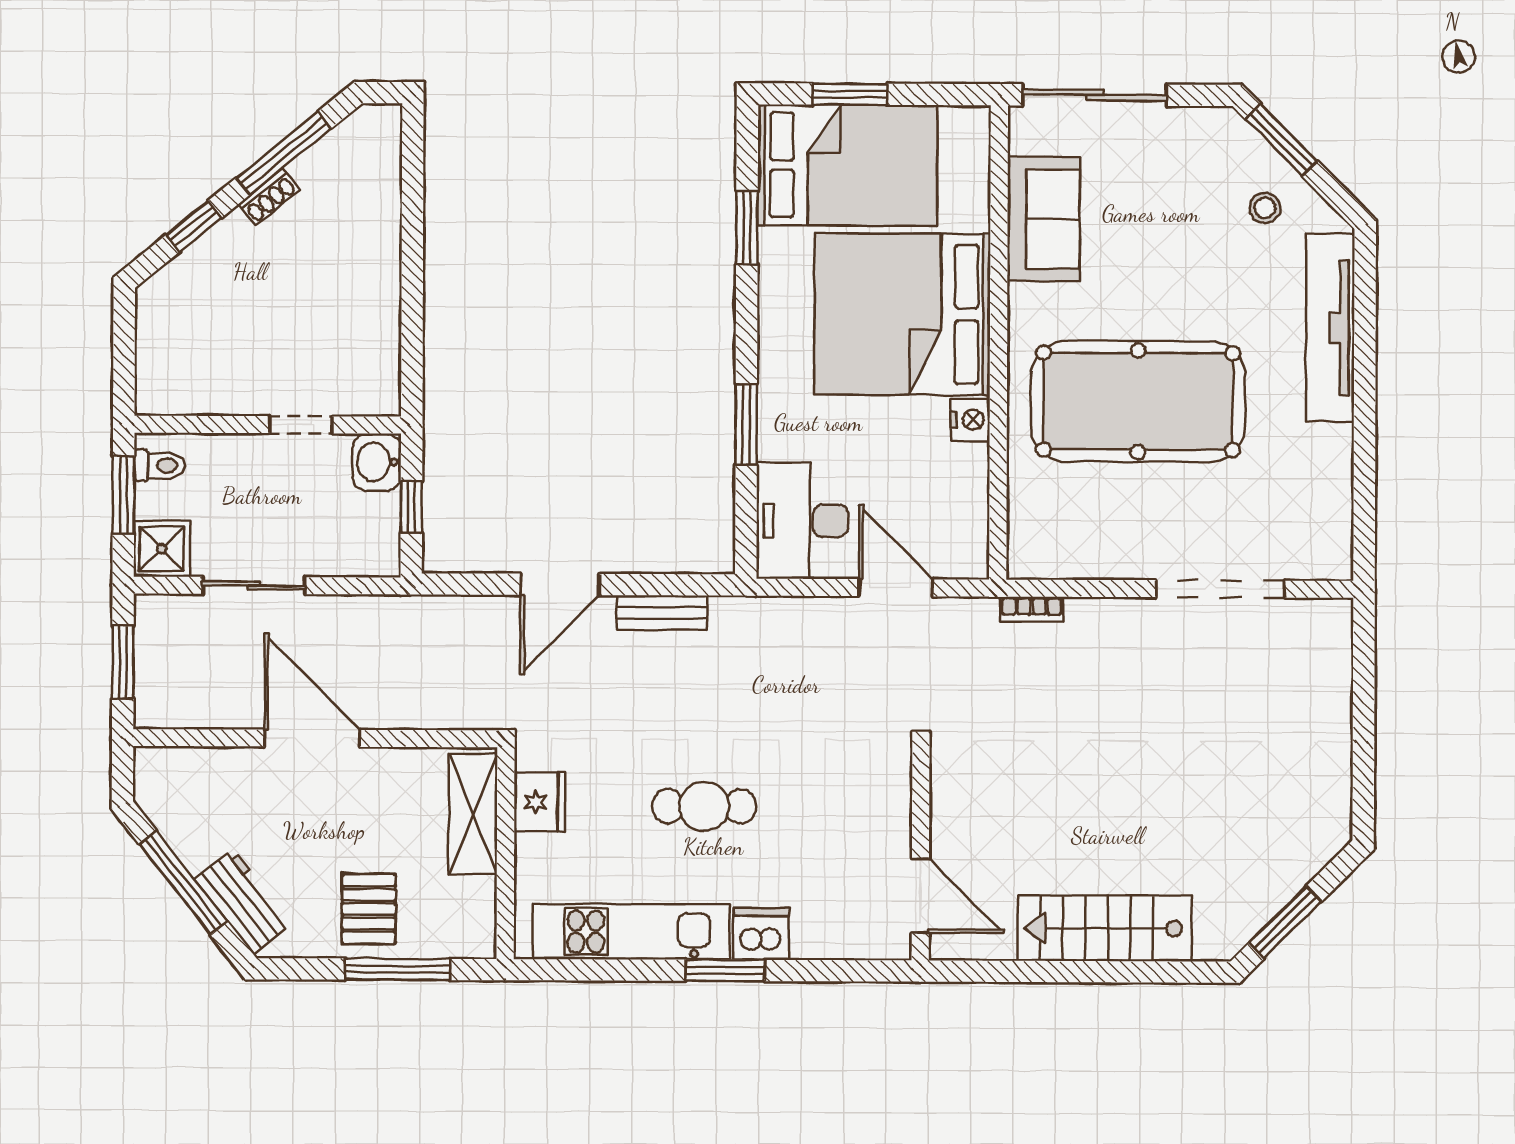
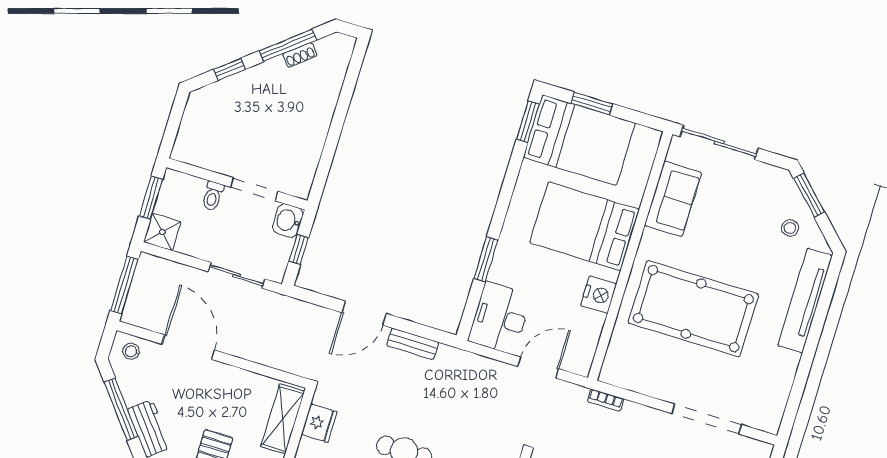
shoe rack: (269, 197) -> (300, 55), moved
window: (747, 228) -> (528, 122), moved
bed: (902, 314) -> (585, 226), width x0.73
nightstand: (970, 420) -> (599, 295), width x1.36, depth x1.33
doorway: (301, 425) -> (254, 189), width x1.38
toilet: (160, 465) -> (213, 196), moved, turned 90
sliding door: (254, 585) -> (236, 275), moved
door: (896, 588) -> (538, 368), hinge flipped
window: (123, 662) -> (124, 285), width x1.44
door: (312, 738) -> (188, 347), moved
stool: (170, 776) -> (131, 351), added

